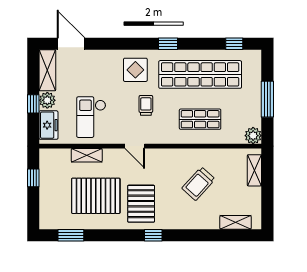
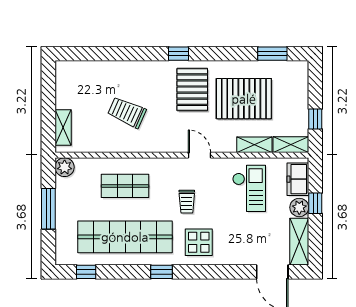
trolley: (198, 184) -> (127, 112), turned -108
shelving: (236, 222) -> (291, 145), moved

